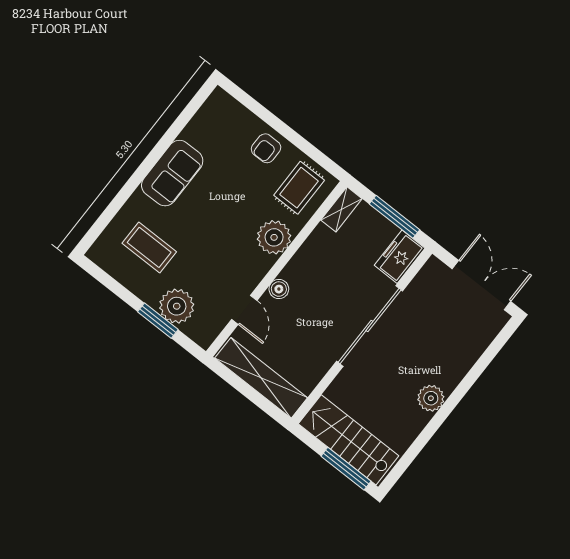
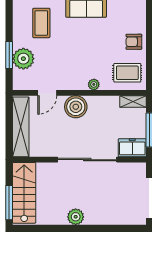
plant: (274, 237) -> (94, 84), width x0.53, depth x0.53
boiler: (279, 289) -> (76, 107), width x1.86, depth x1.86

